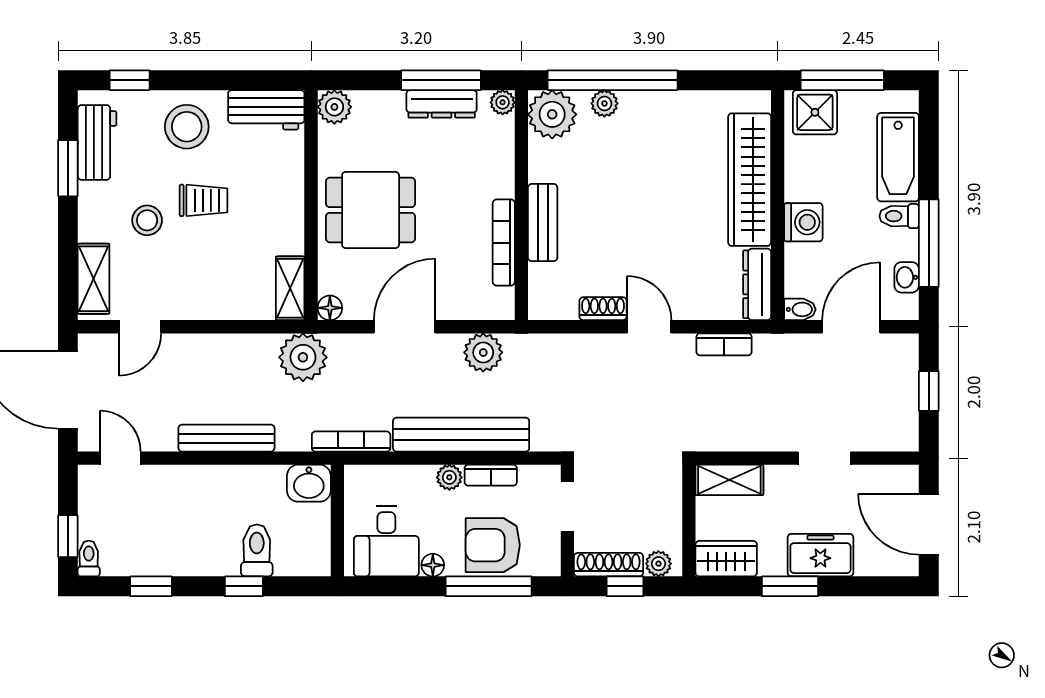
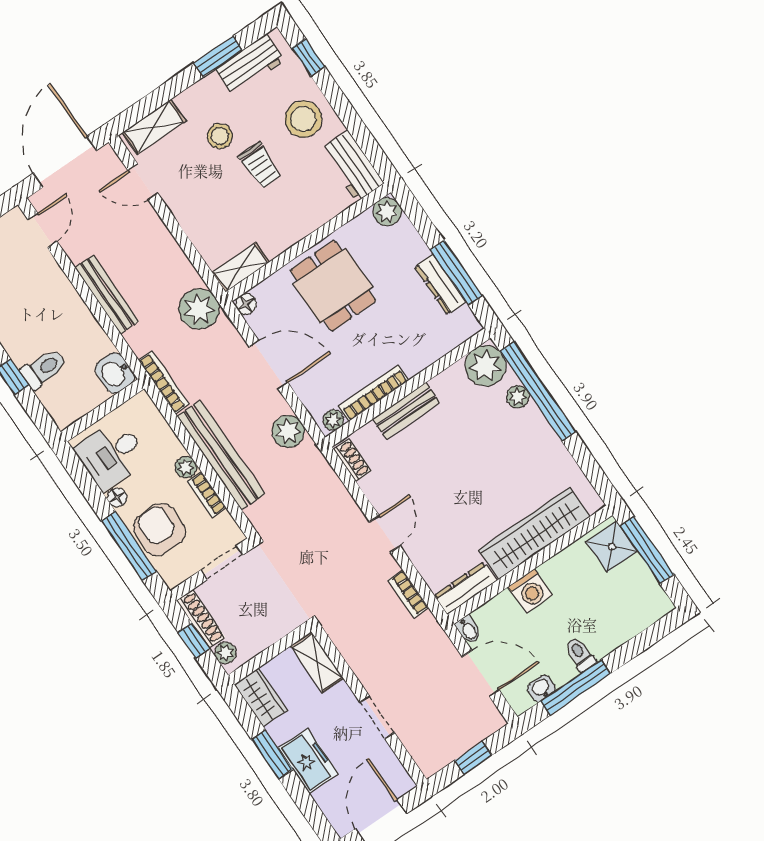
plant: (503, 102) -> (333, 420), moved
bathtub: (898, 157) -> (620, 625), removed
shoe rack: (603, 309) -> (352, 460), moved

